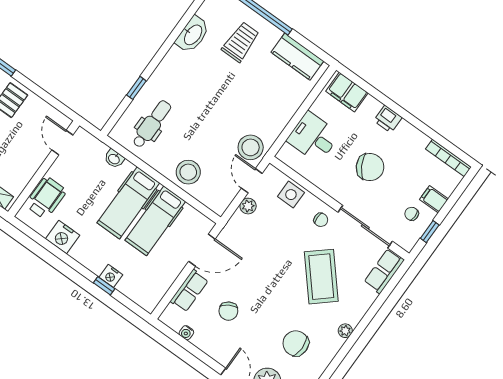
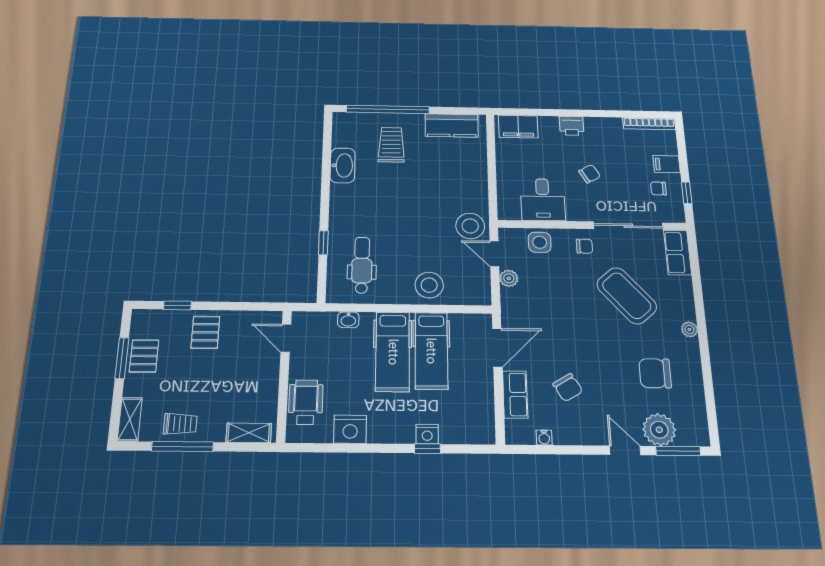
desk: (313, 137) -> (543, 200), moved, turned -90
chair: (370, 167) -> (590, 174), width x0.54, depth x0.54

